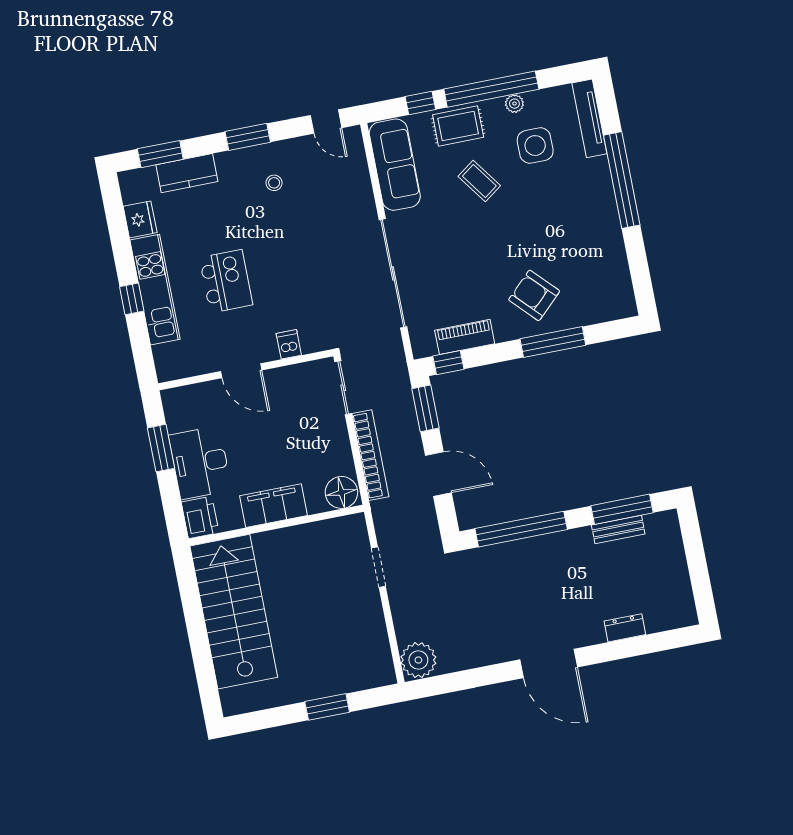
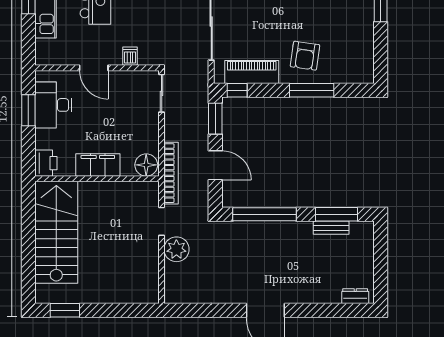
armchair: (534, 295) -> (305, 56), turned -128
piano: (465, 337) -> (252, 72), width x1.37, depth x1.33
bookcase: (370, 455) -> (171, 173), moved
desk: (200, 463) -> (53, 105), moved
dresser: (625, 628) -> (355, 296), moved
plant: (418, 660) -> (176, 249), moved
window: (327, 707) -> (65, 310), moved

